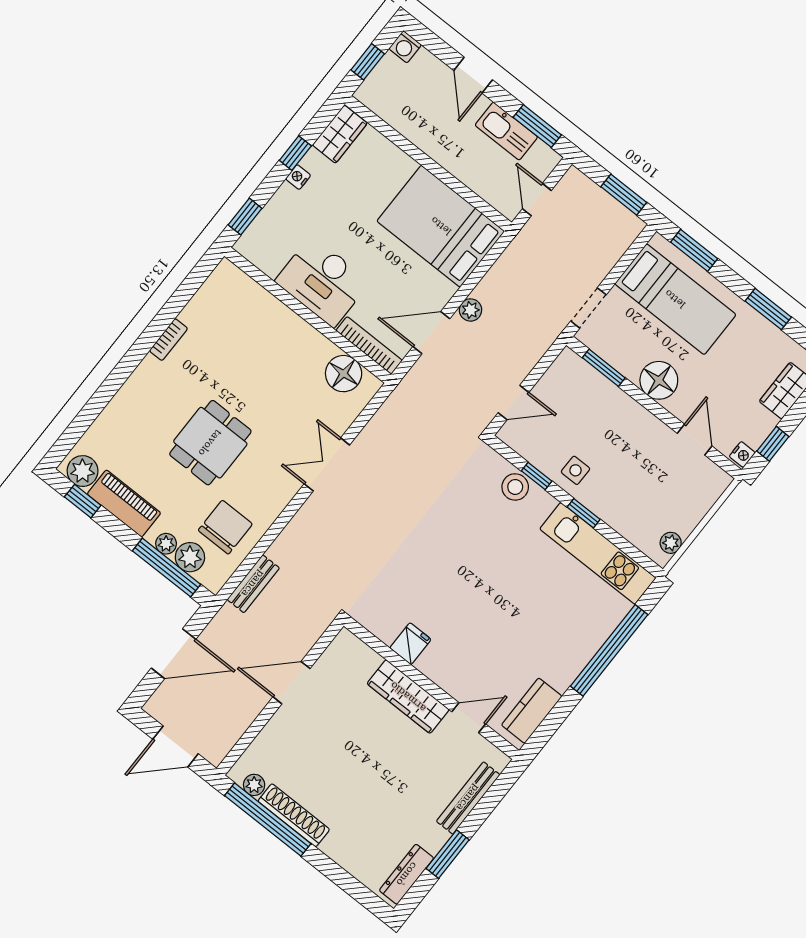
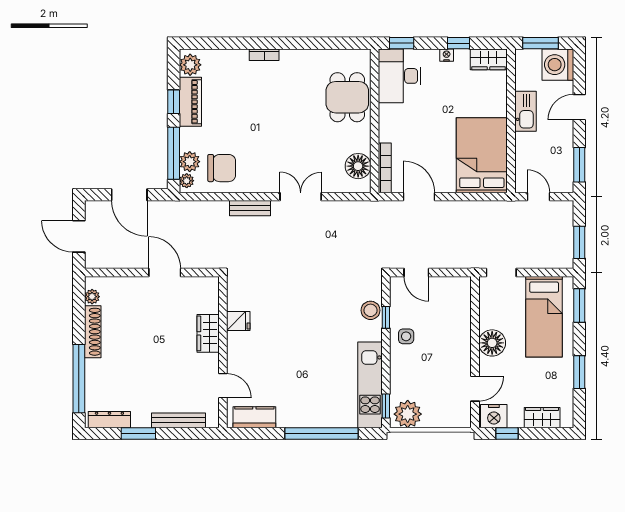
washing machine: (405, 47) -> (558, 65), width x1.89, depth x1.89
window: (368, 62) -> (541, 43), width x1.50
kitchen sink: (506, 131) -> (525, 111), moved, turned 180
door: (537, 200) -> (538, 197), hinge flipped
desk: (323, 282) -> (400, 76), moved
plant: (471, 310) -> (449, 208), removed
bookcase: (169, 340) -> (264, 55), moved
window: (604, 368) -> (475, 307), removed
dining table: (210, 443) -> (347, 97), moved, turned 90
nightstand: (742, 454) -> (494, 416), width x1.89, depth x1.79
window: (83, 501) -> (174, 102), moved
window: (584, 513) -> (386, 406), moved
plant: (671, 543) -> (408, 414), width x1.87, depth x1.87
plant: (166, 544) -> (187, 181), moved
bench: (253, 584) -> (250, 208), moved
wardrobe: (408, 697) -> (208, 333), width x0.67
window: (268, 820) -> (79, 379), moved

